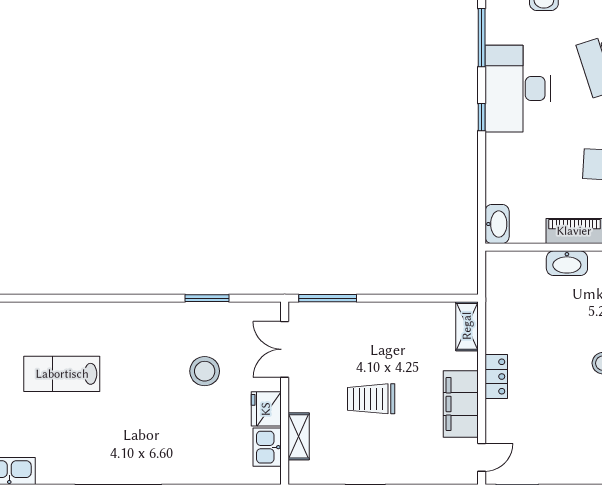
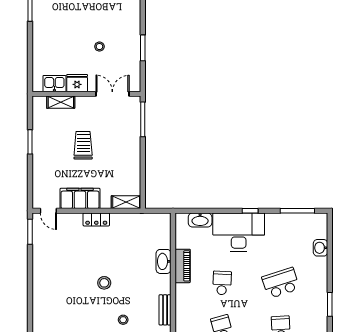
desk: (518, 89) -> (239, 232), moved
washbasin: (497, 224) -> (200, 220), moved
stool: (205, 371) -> (99, 47), width x0.53, depth x0.53

